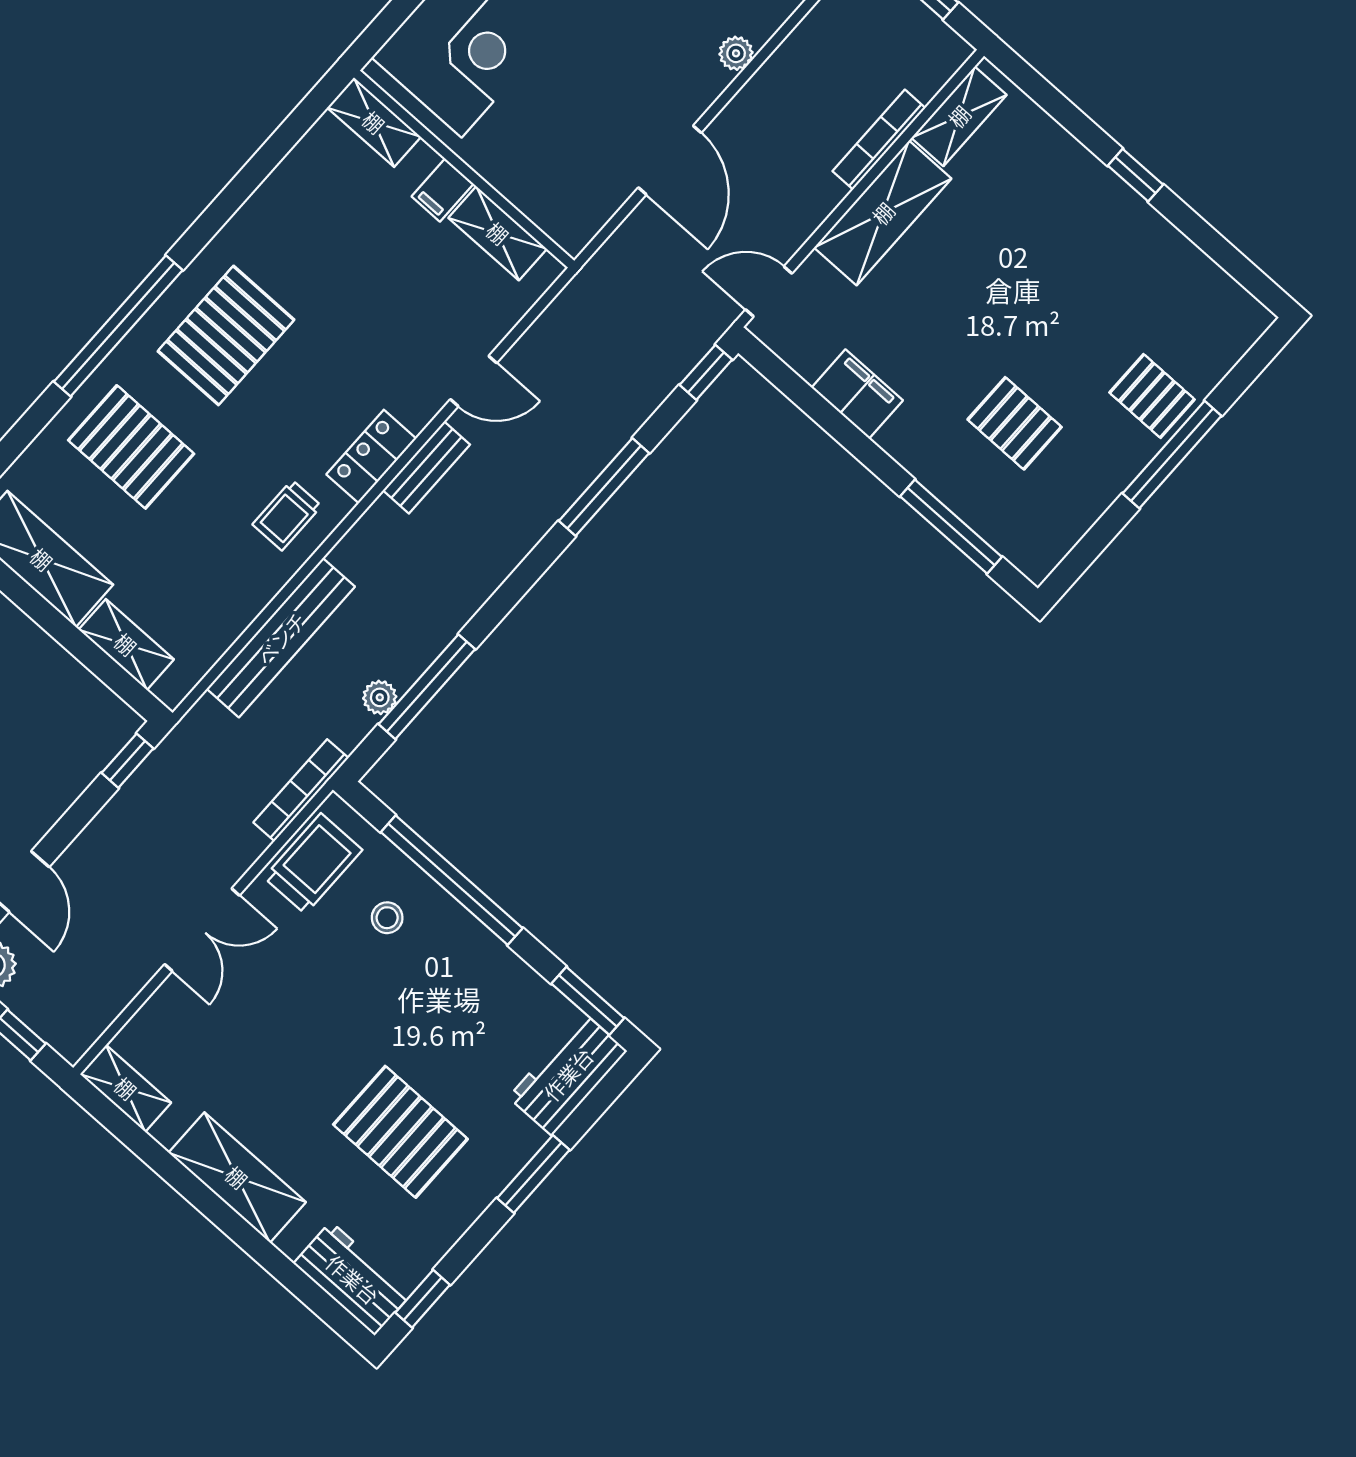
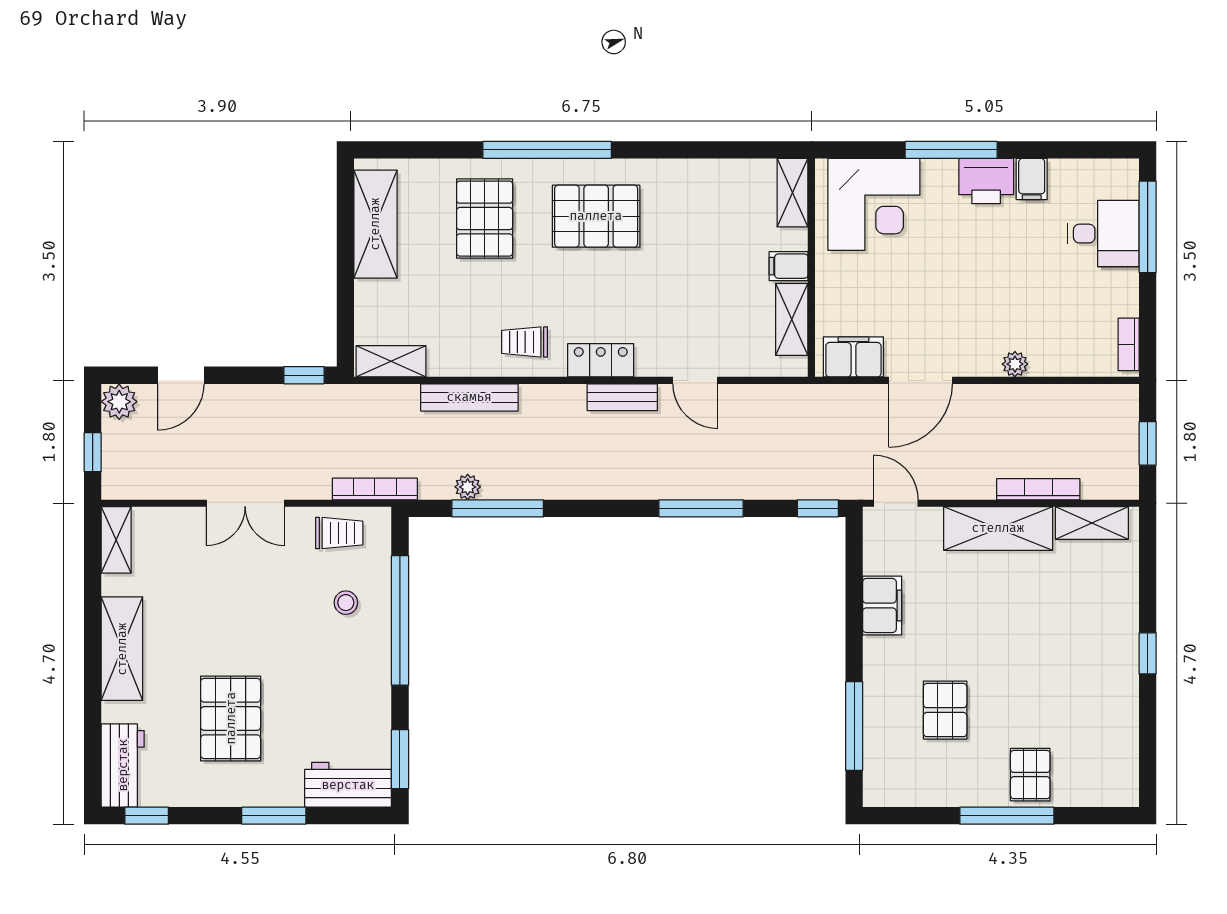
filing cabinet: (588, 206) -> (853, 357), added
bench: (281, 638) -> (469, 397), width x0.73, depth x0.82
shelving: (126, 644) -> (391, 361), moved, turned 90
trolley: (313, 864) -> (339, 533), width x0.73, depth x0.72

